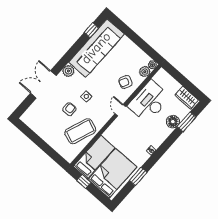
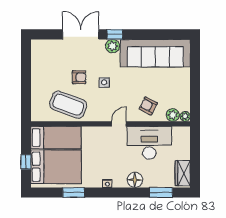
window: (91, 30) -> (115, 34), moved
floor lamp: (173, 122) -> (135, 180), moved
window: (84, 182) -> (26, 162), moved

